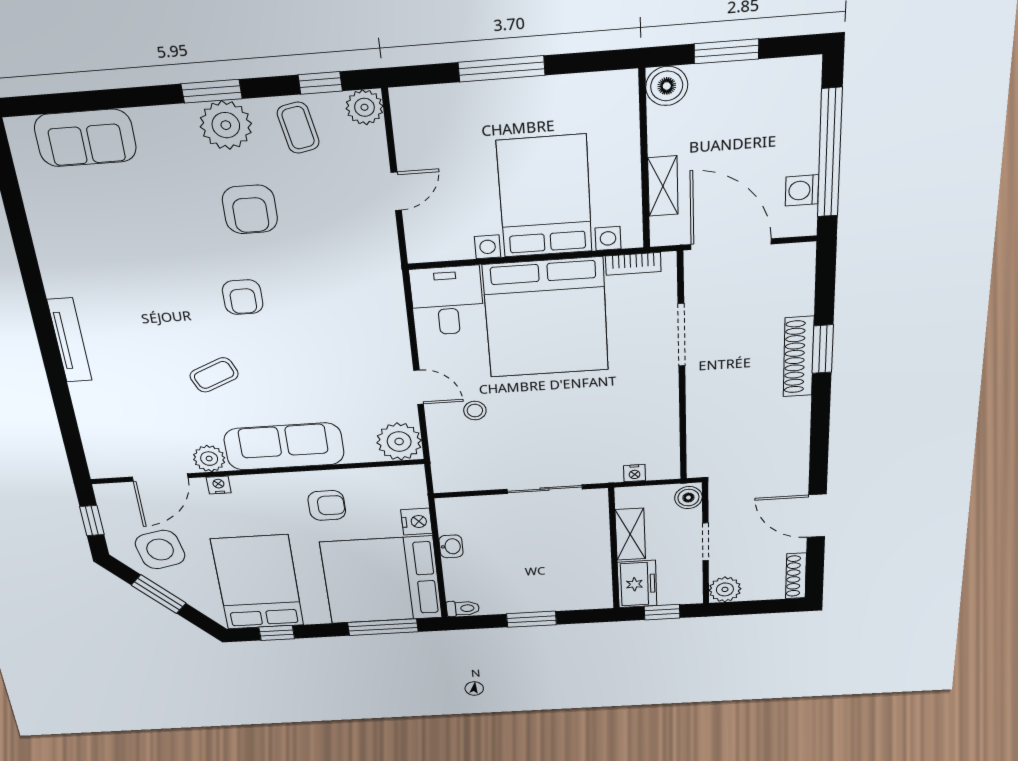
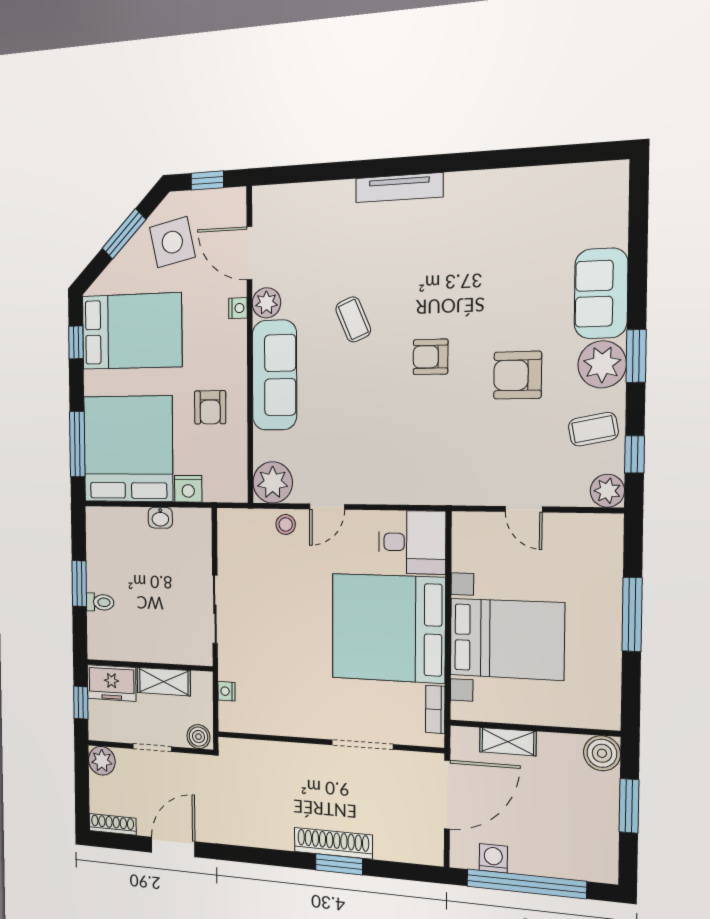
sofa: (85, 138) -> (601, 293), moved
stool: (475, 411) -> (286, 524), moved
toilet: (463, 608) -> (100, 602), moved, turned -90

